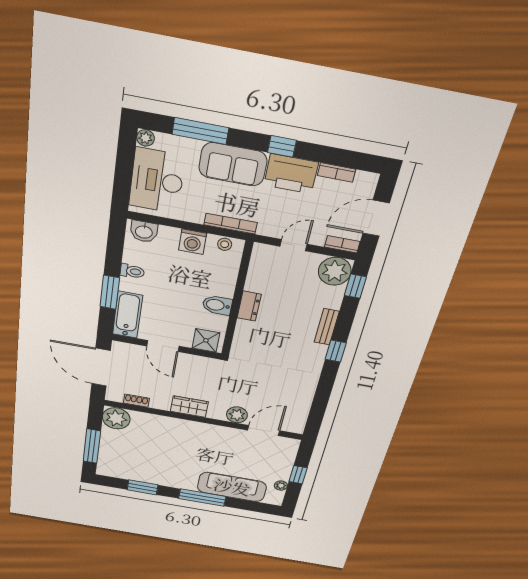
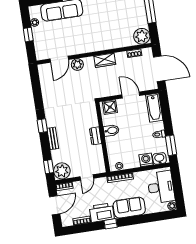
window: (200, 131) -> (149, 218), removed
washing machine: (193, 242) -> (146, 160), moved
window: (110, 292) -> (171, 145), moved

